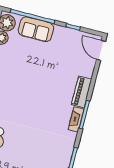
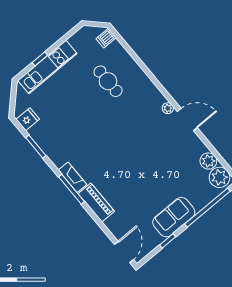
sofa: (36, 29) -> (174, 217), moved
door: (101, 50) -> (124, 252), hinge flipped

